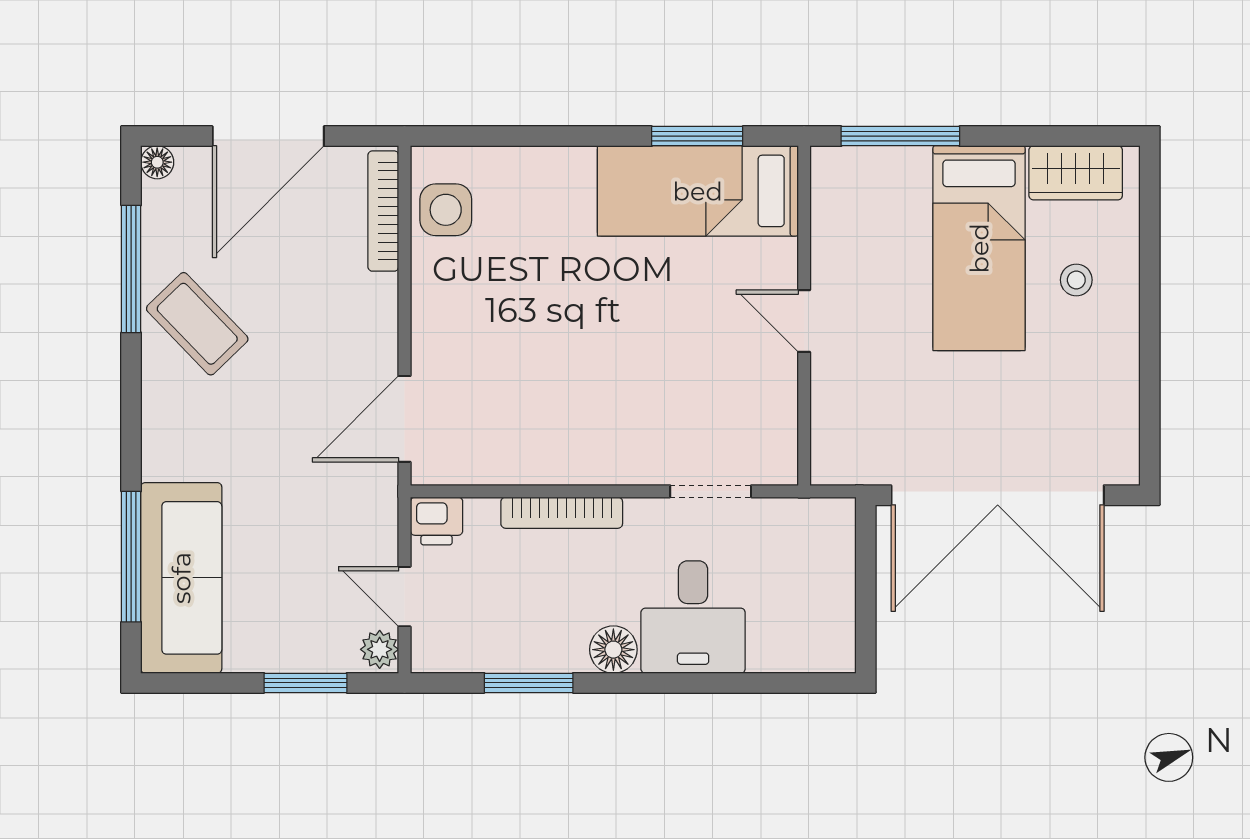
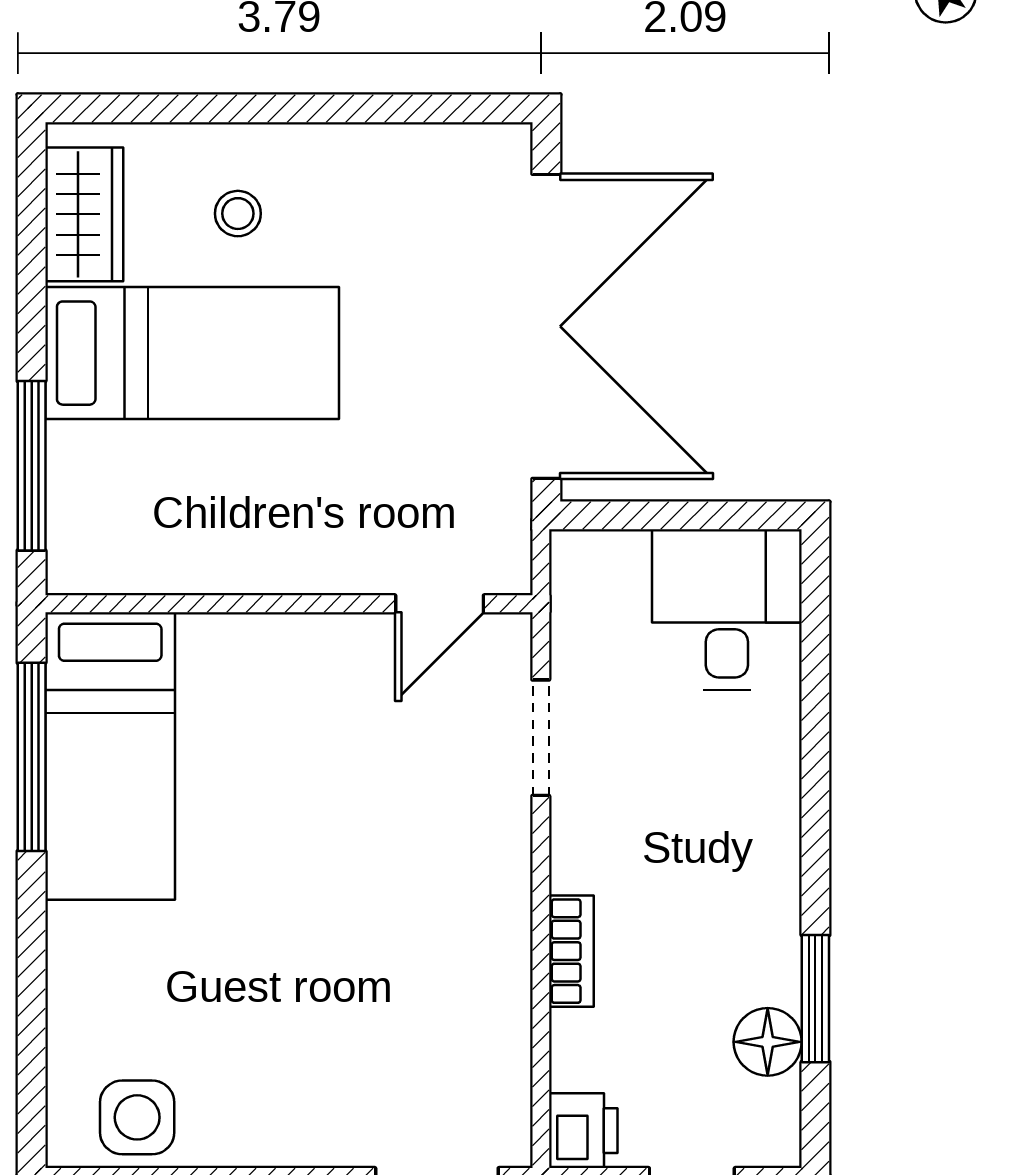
window: (697, 136) -> (32, 757), width x1.44
door: (804, 321) -> (440, 604), moved
bookcase: (562, 513) -> (571, 951), width x0.64
desk: (693, 617) -> (727, 610), moved, turned -90
floor lamp: (613, 650) -> (768, 1042), moved

